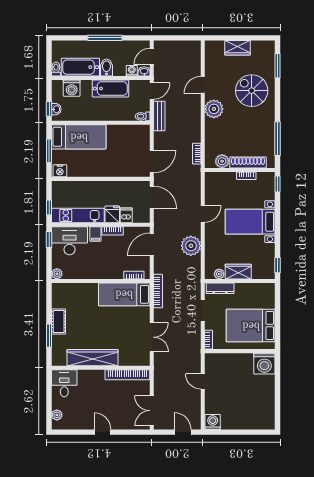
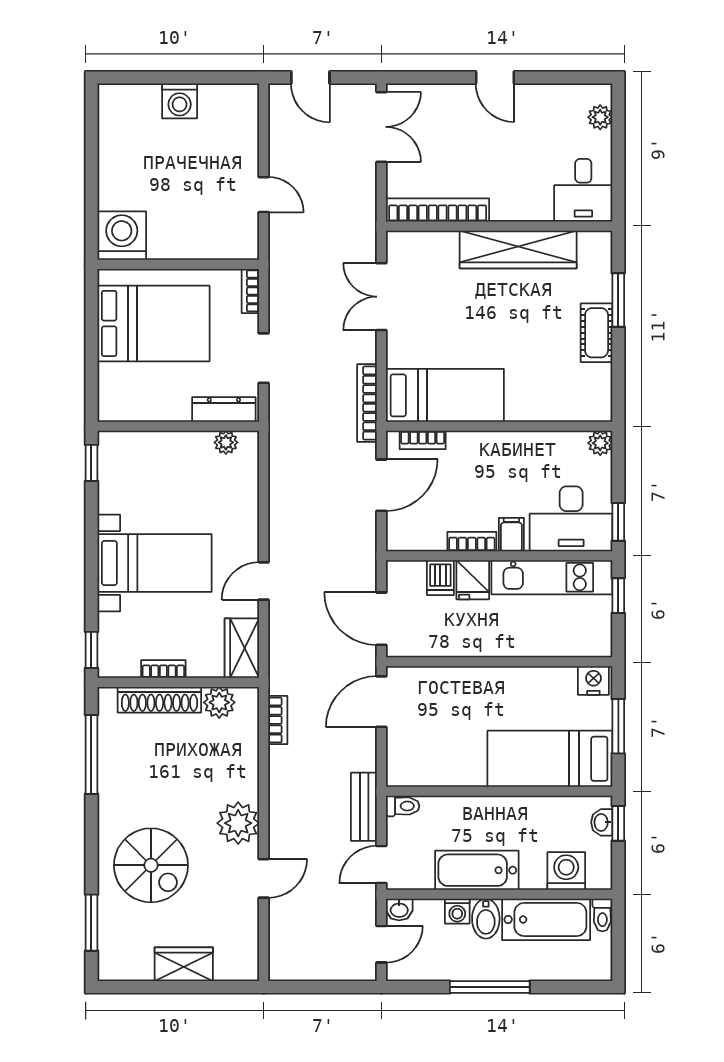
washing machine: (132, 71) -> (457, 911), moved
door: (152, 244) -> (381, 485), moved
plant: (191, 246) -> (291, 507), removed
wardrobe: (238, 272) -> (242, 648), moved, turned 90
washing machine: (213, 422) -> (180, 101), moved

